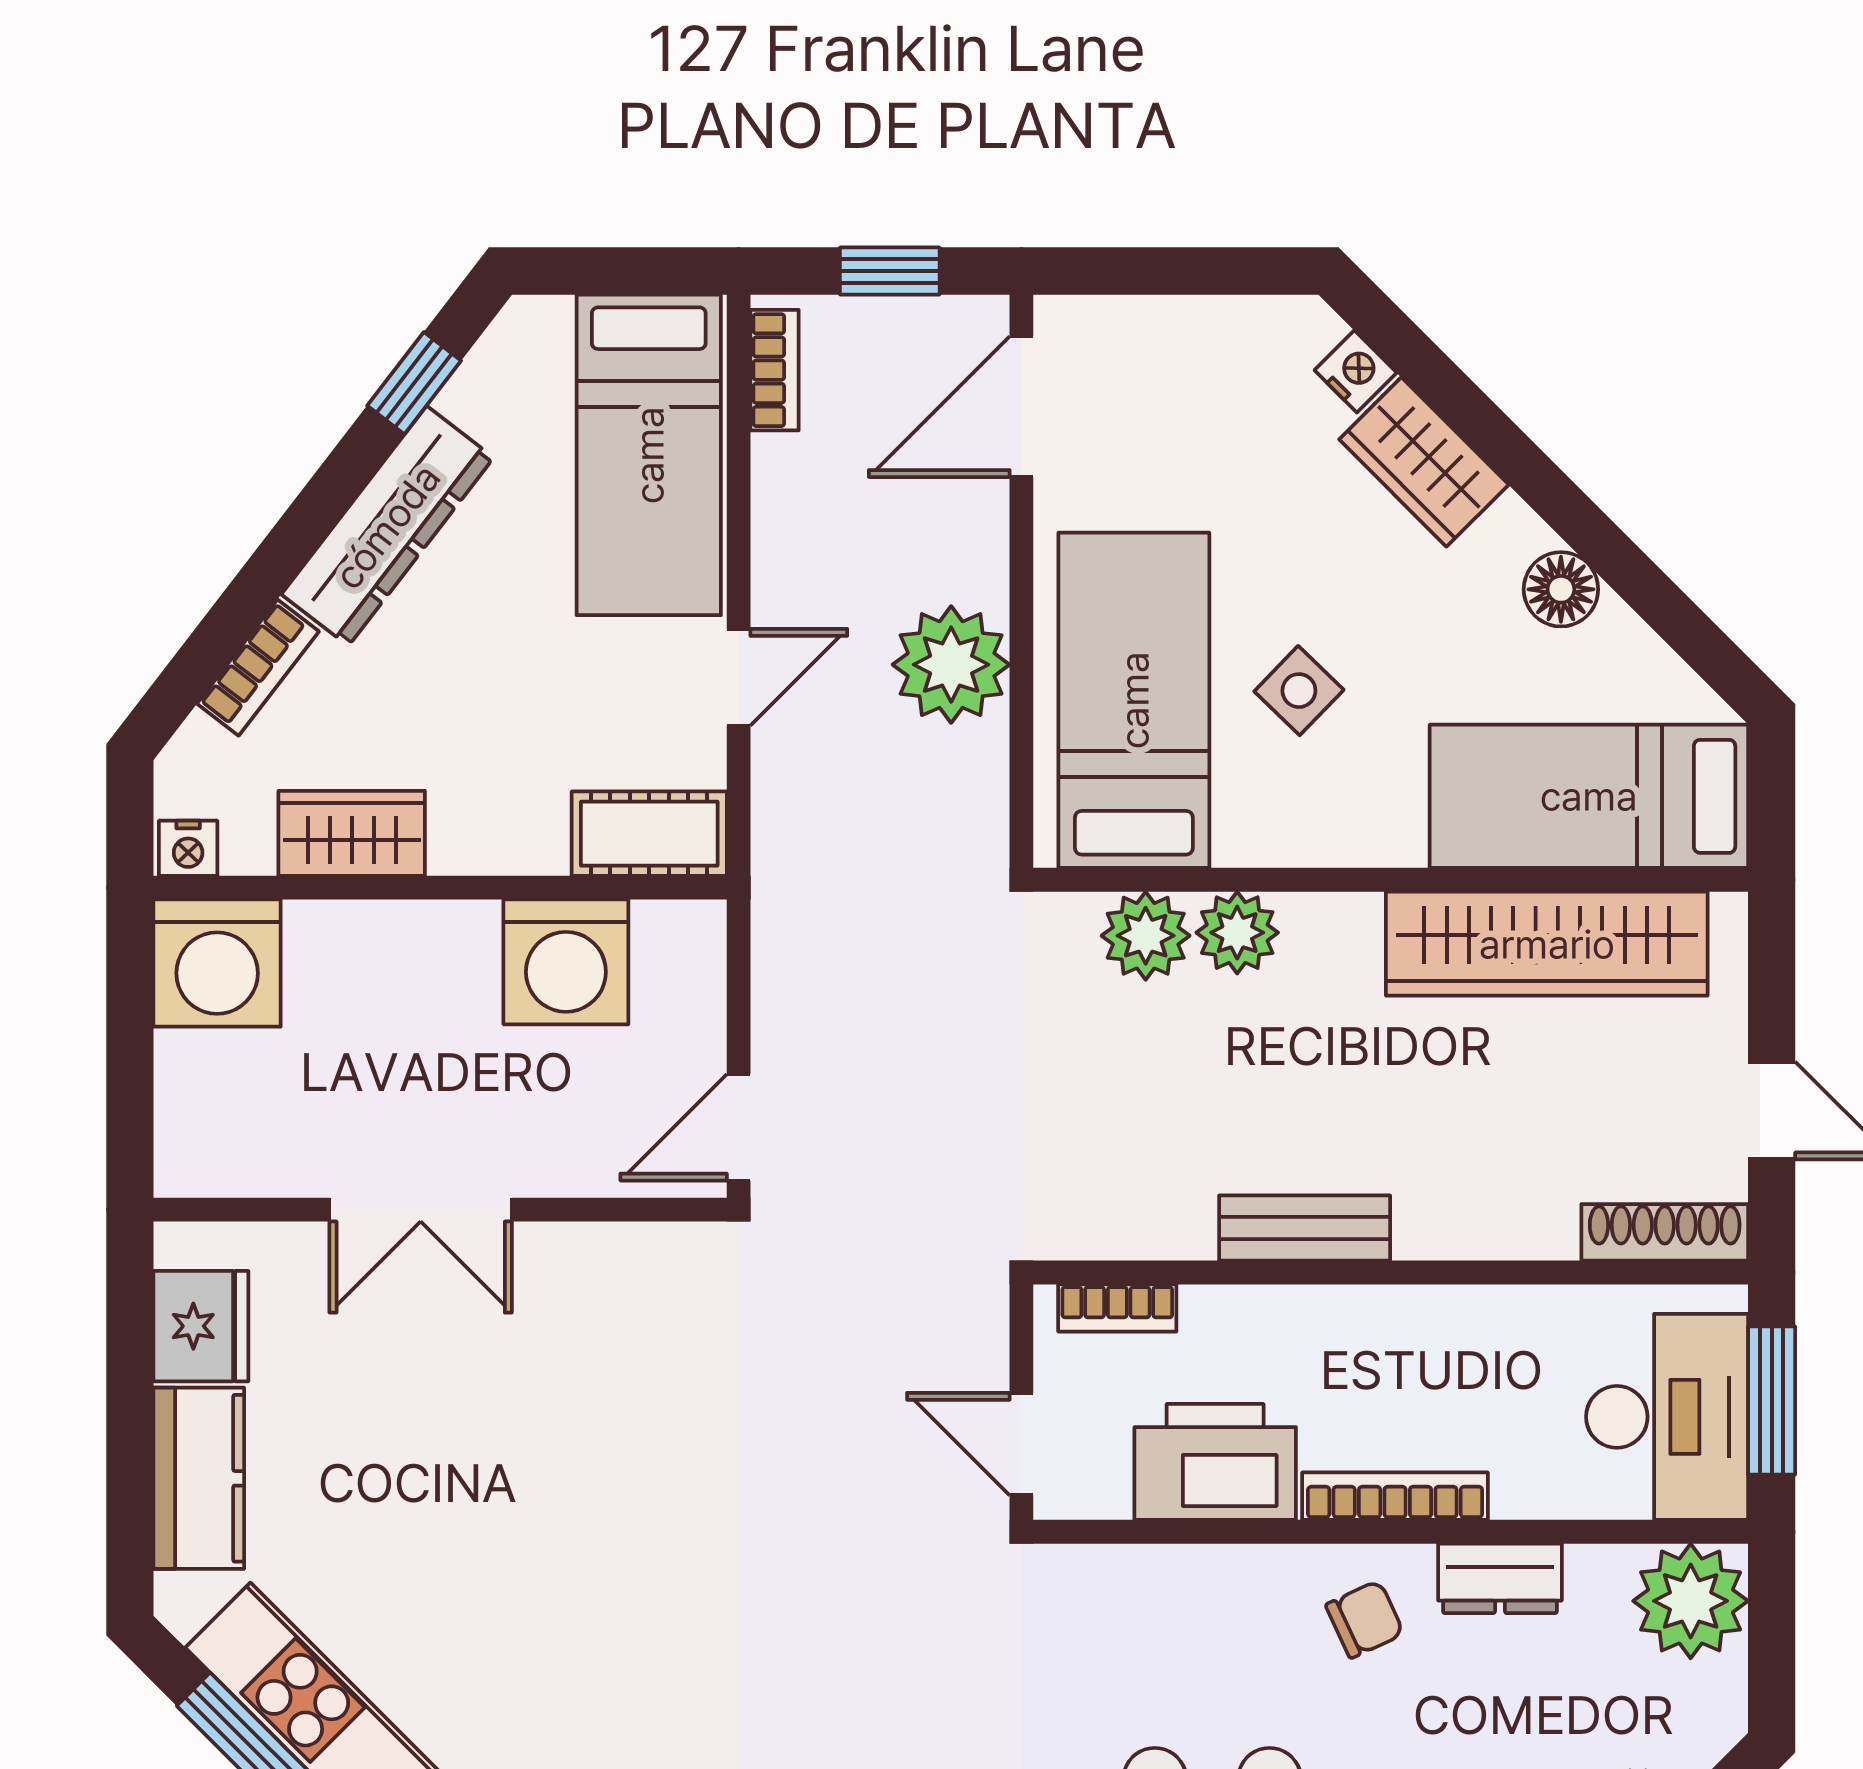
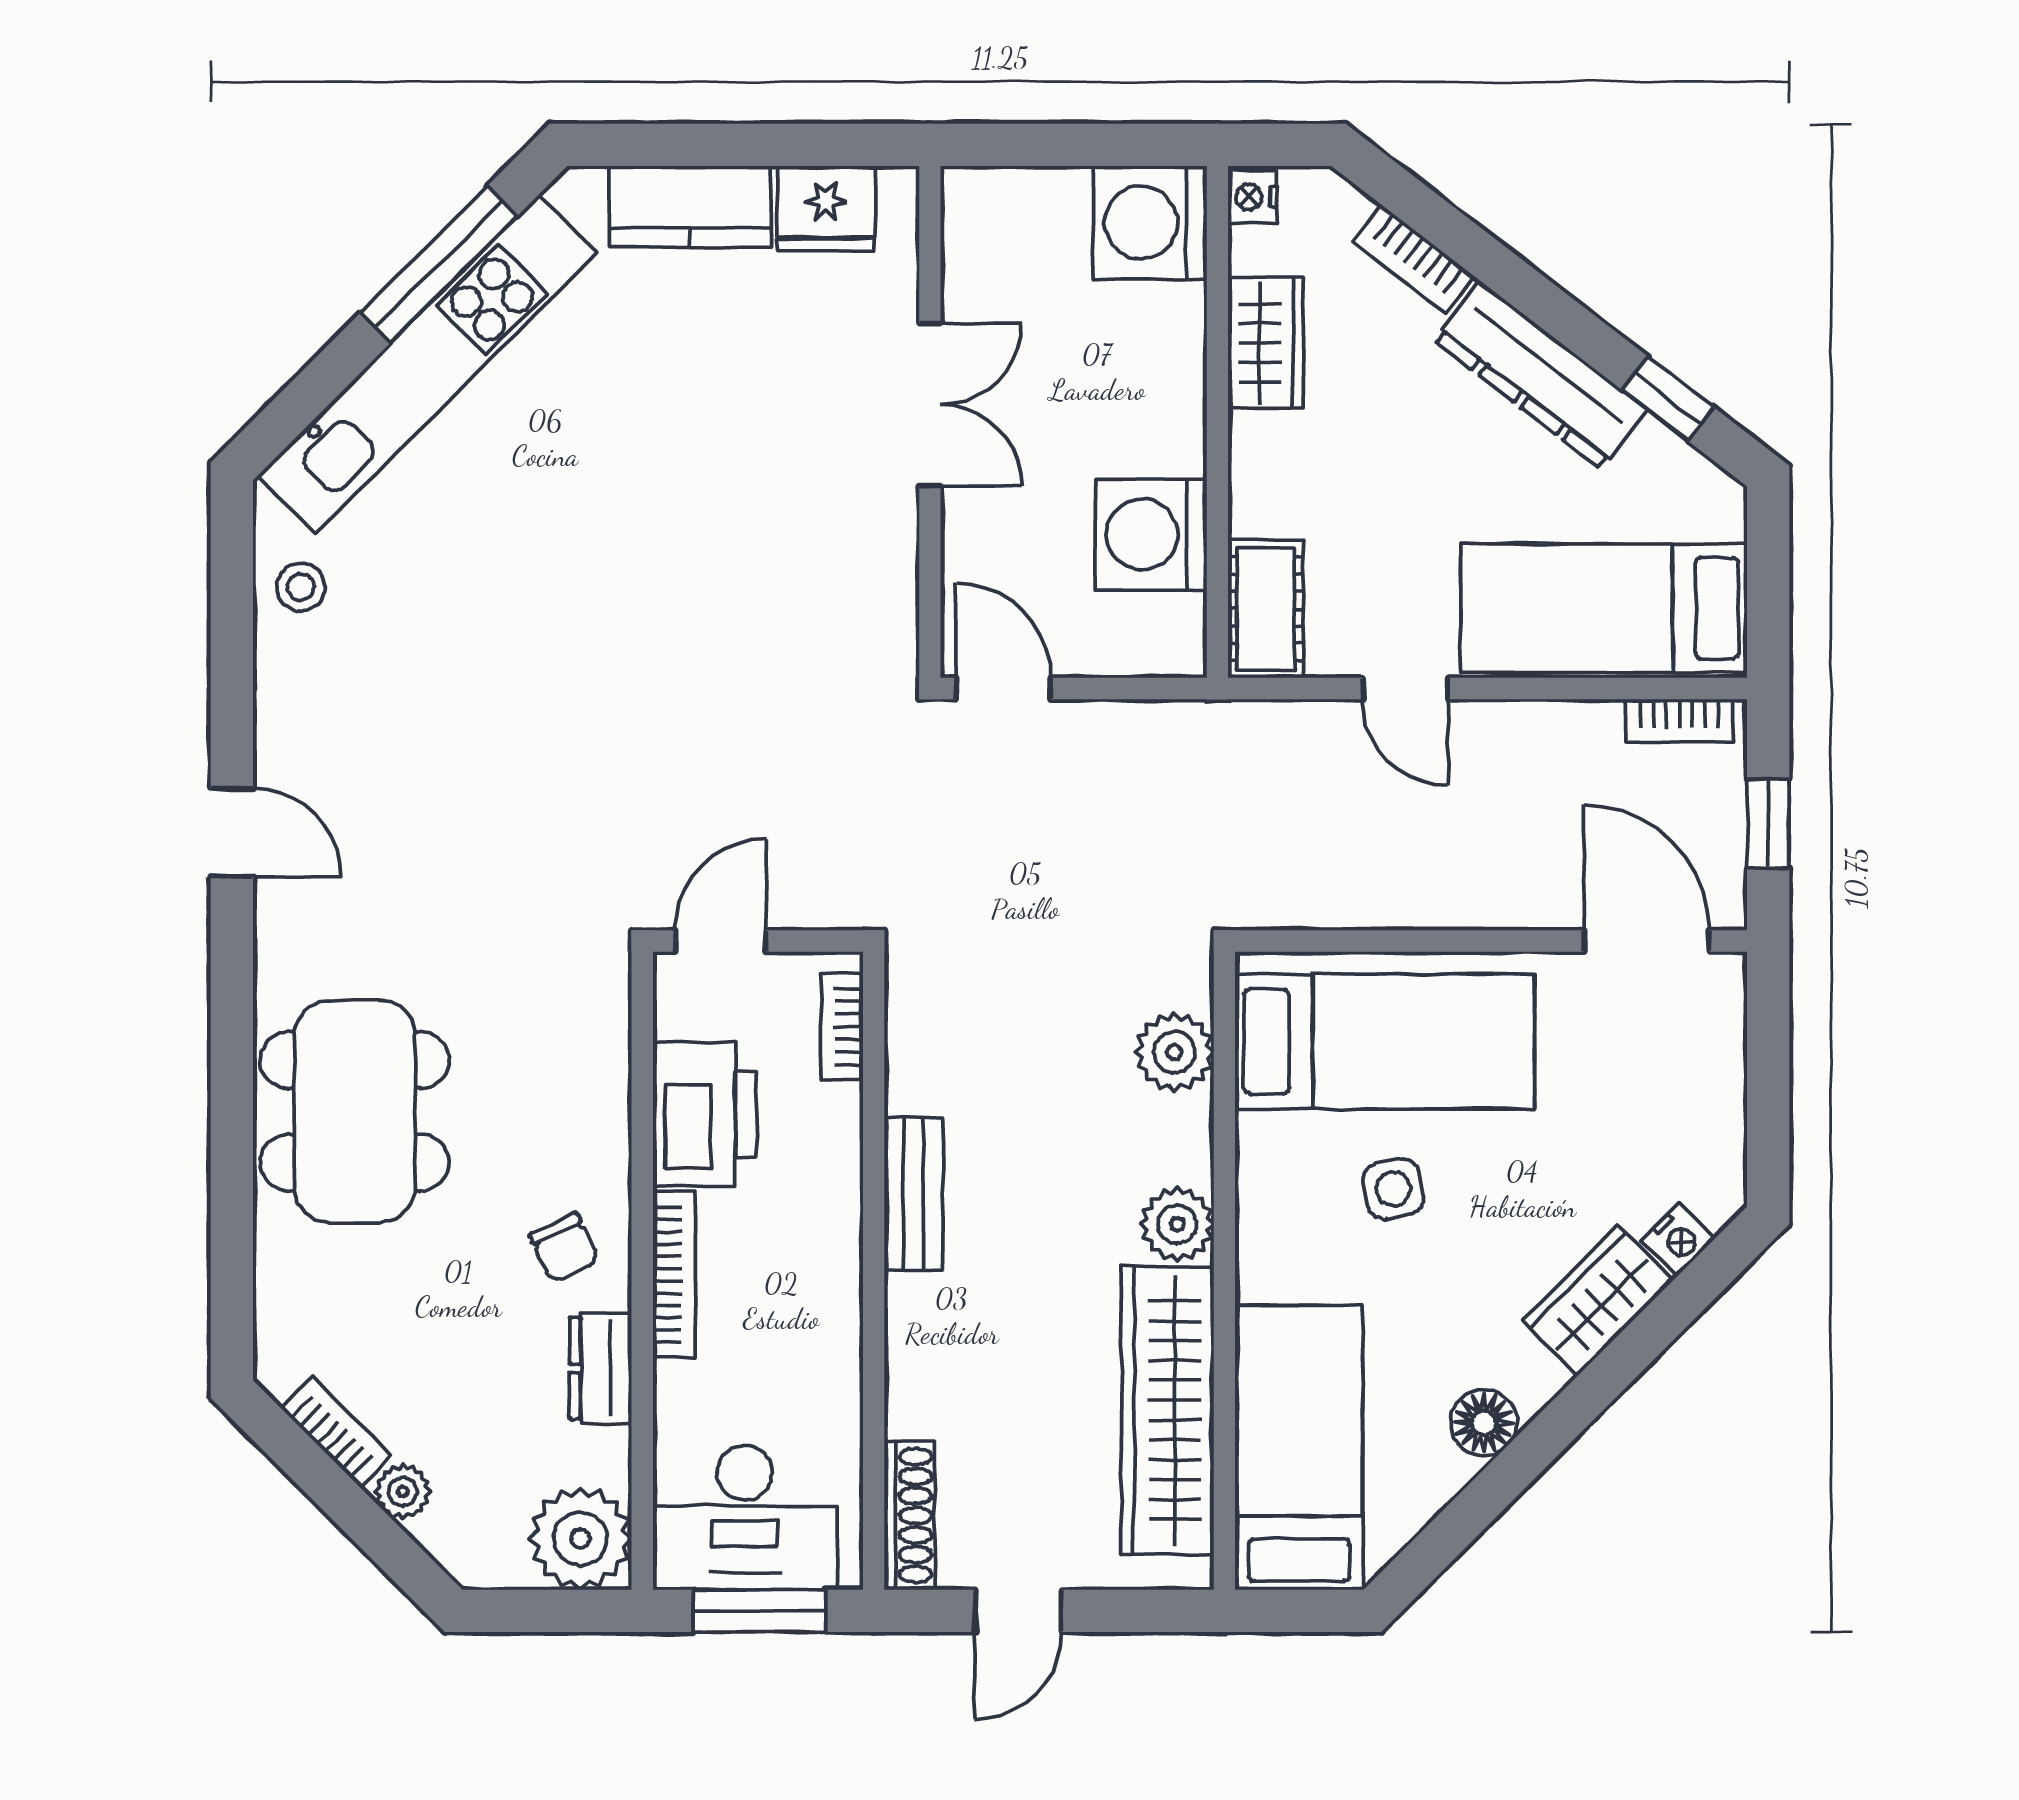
plant: (951, 665) -> (1417, 878), removed
side table: (1299, 691) -> (1393, 1189), turned 34
plant: (1237, 933) -> (1177, 1224), moved
double door: (421, 1210) -> (930, 405), swing flipped

